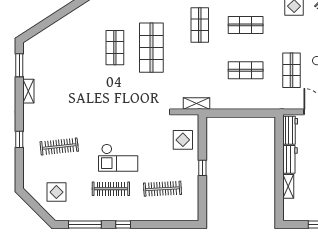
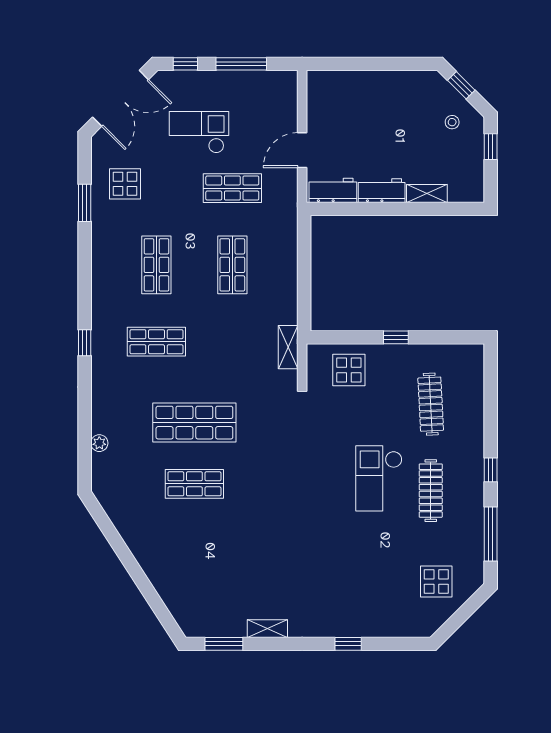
clothes rail: (59, 146) -> (360, 577), removed
checkout: (118, 158) -> (379, 478), turned 180

